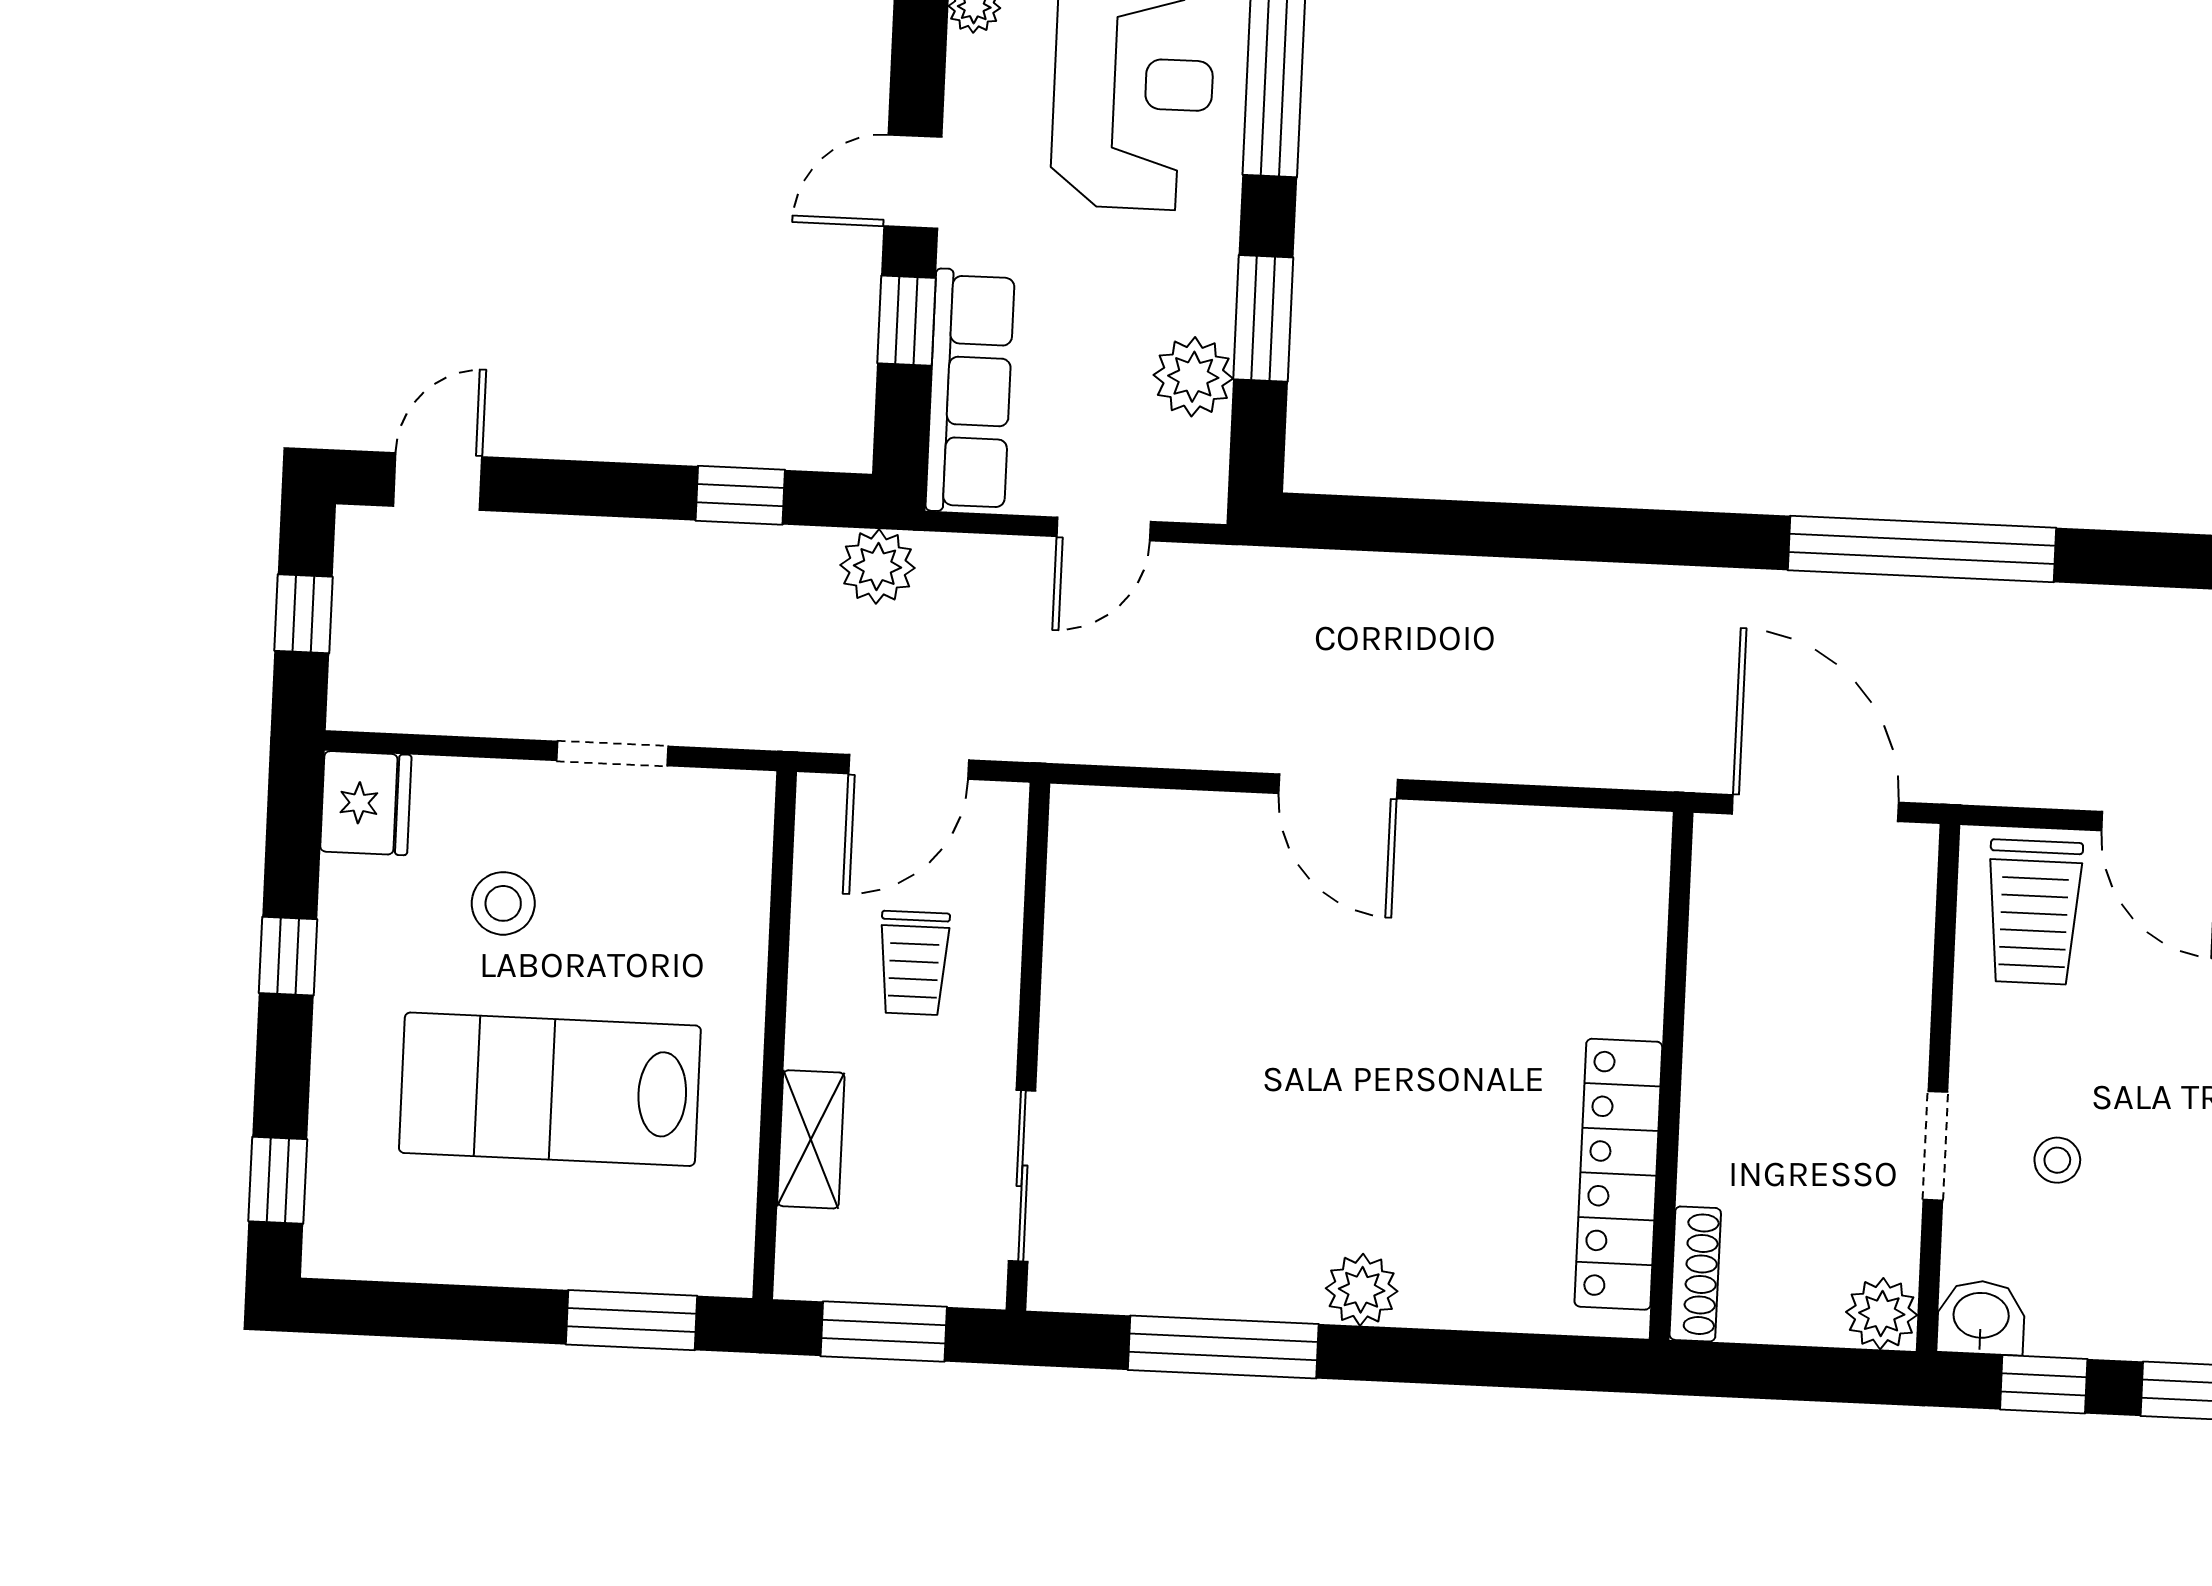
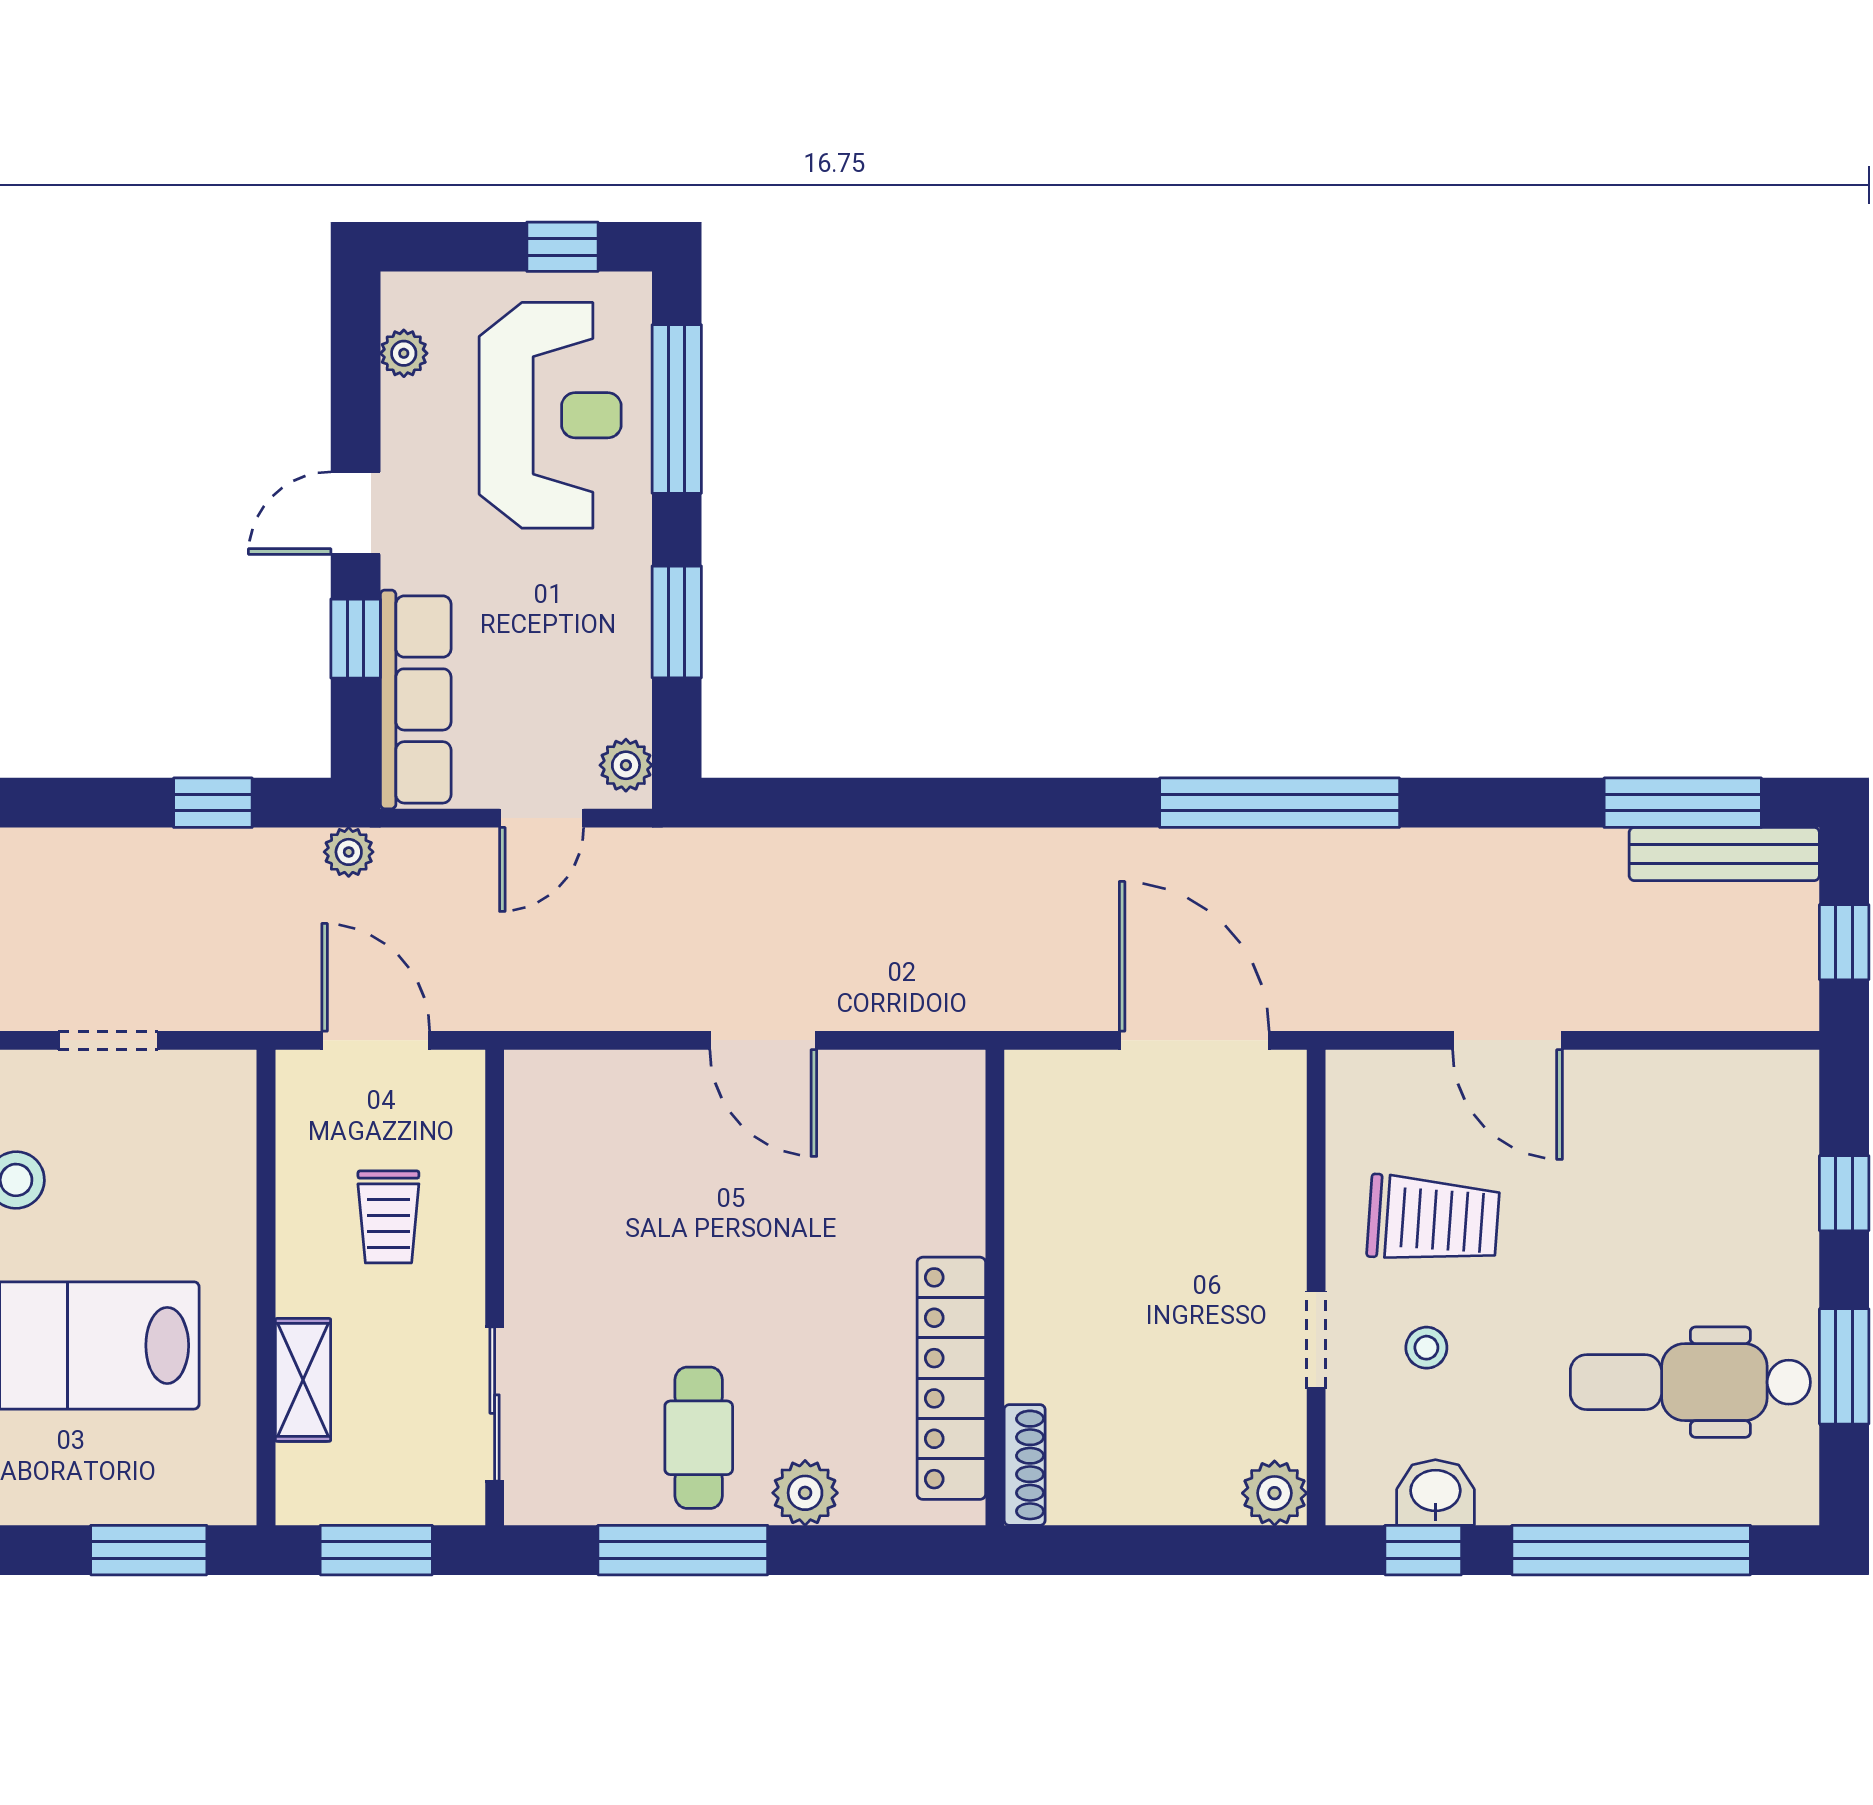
plant: (1193, 377) -> (626, 765), moved, width x0.73, depth x0.73
plant: (877, 566) -> (349, 852), width x0.73, depth x0.73
door: (909, 767) -> (376, 1040), swing flipped
trolley: (2034, 912) -> (1433, 1219), moved, turned -86
wall: (1671, 1076) -> (995, 1288), moved
locker: (1618, 1174) -> (951, 1378), moved
cafe table: (1246, 1223) -> (699, 1438), added
shoe rack: (1695, 1274) -> (1025, 1465), moved
washbasin: (1981, 1318) -> (1435, 1493), moved

